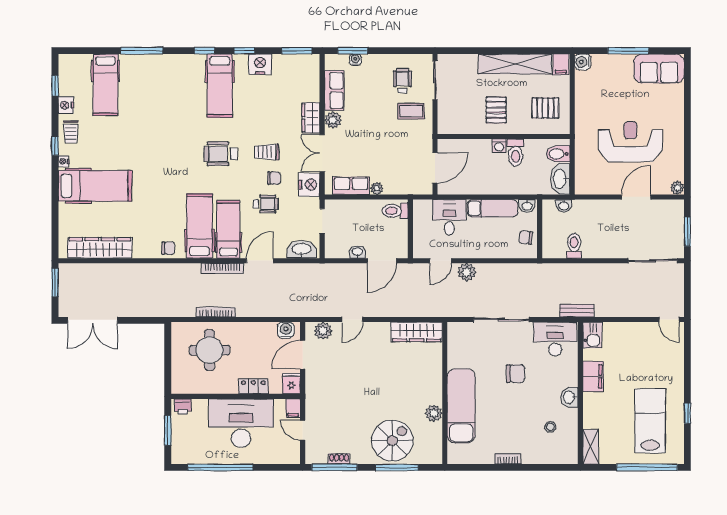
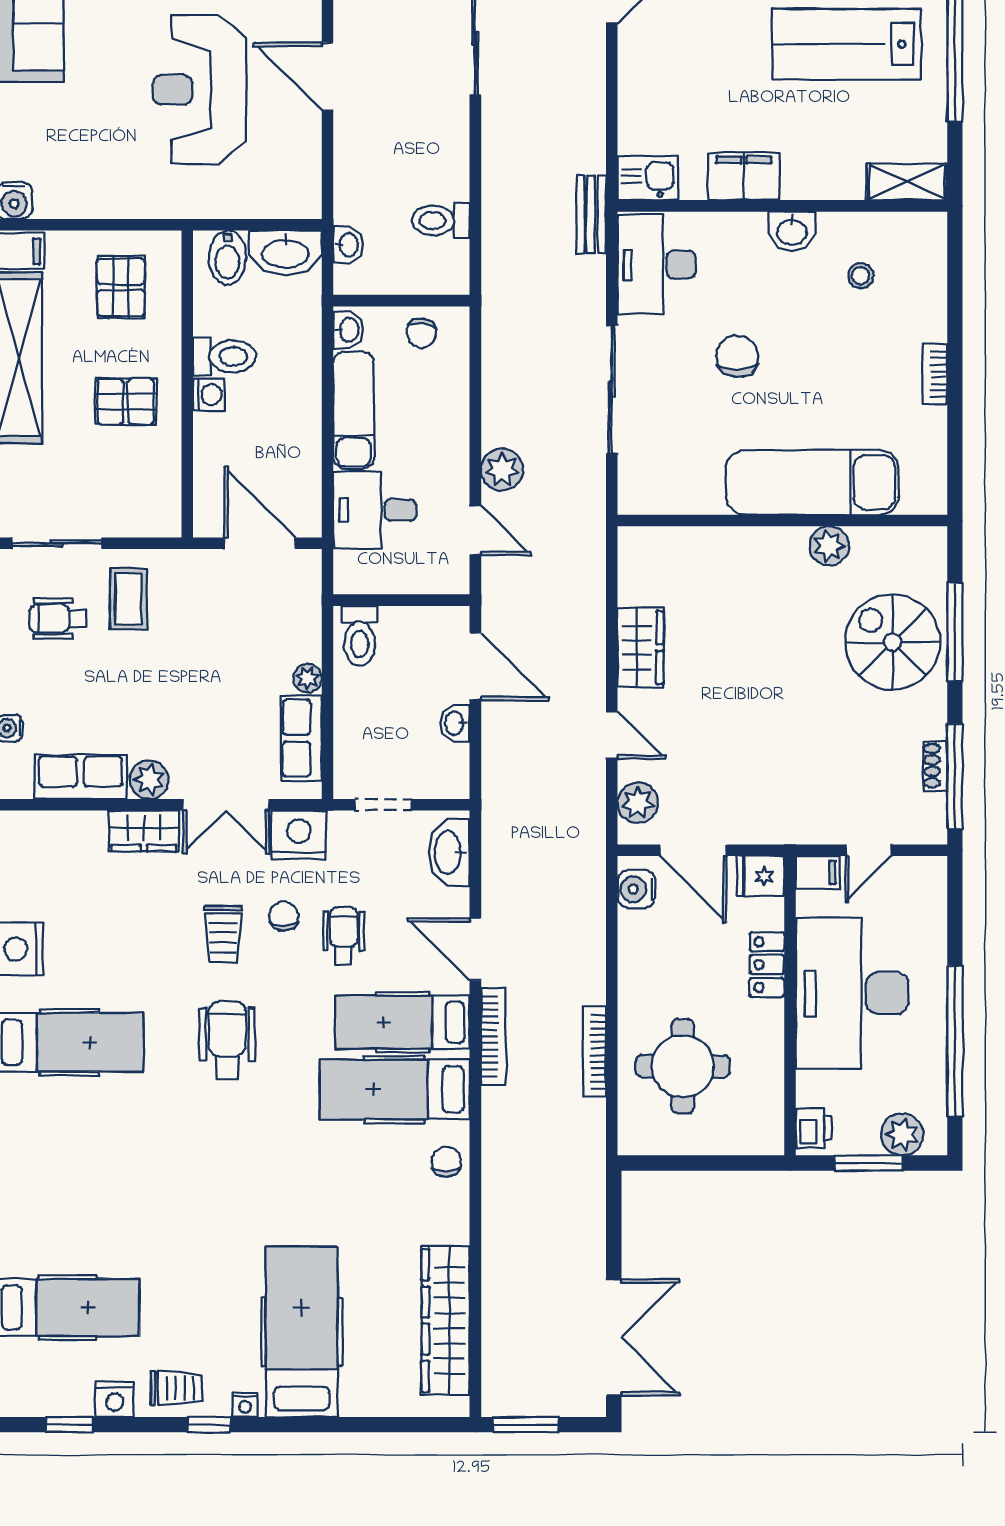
wheelchair: (221, 154) -> (227, 1040), turned 180
wardrobe: (417, 332) -> (641, 648), moved, width x0.67
plant: (180, 445) -> (902, 1134), added

